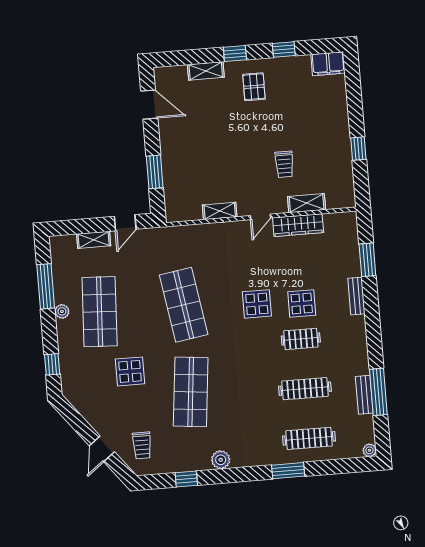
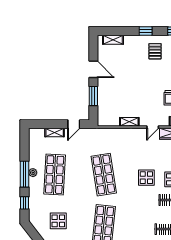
shelving: (206, 71) -> (113, 40), moved
door: (149, 105) -> (93, 69), moved
window: (46, 286) -> (25, 174), moved
display table: (130, 371) -> (58, 221), moved

